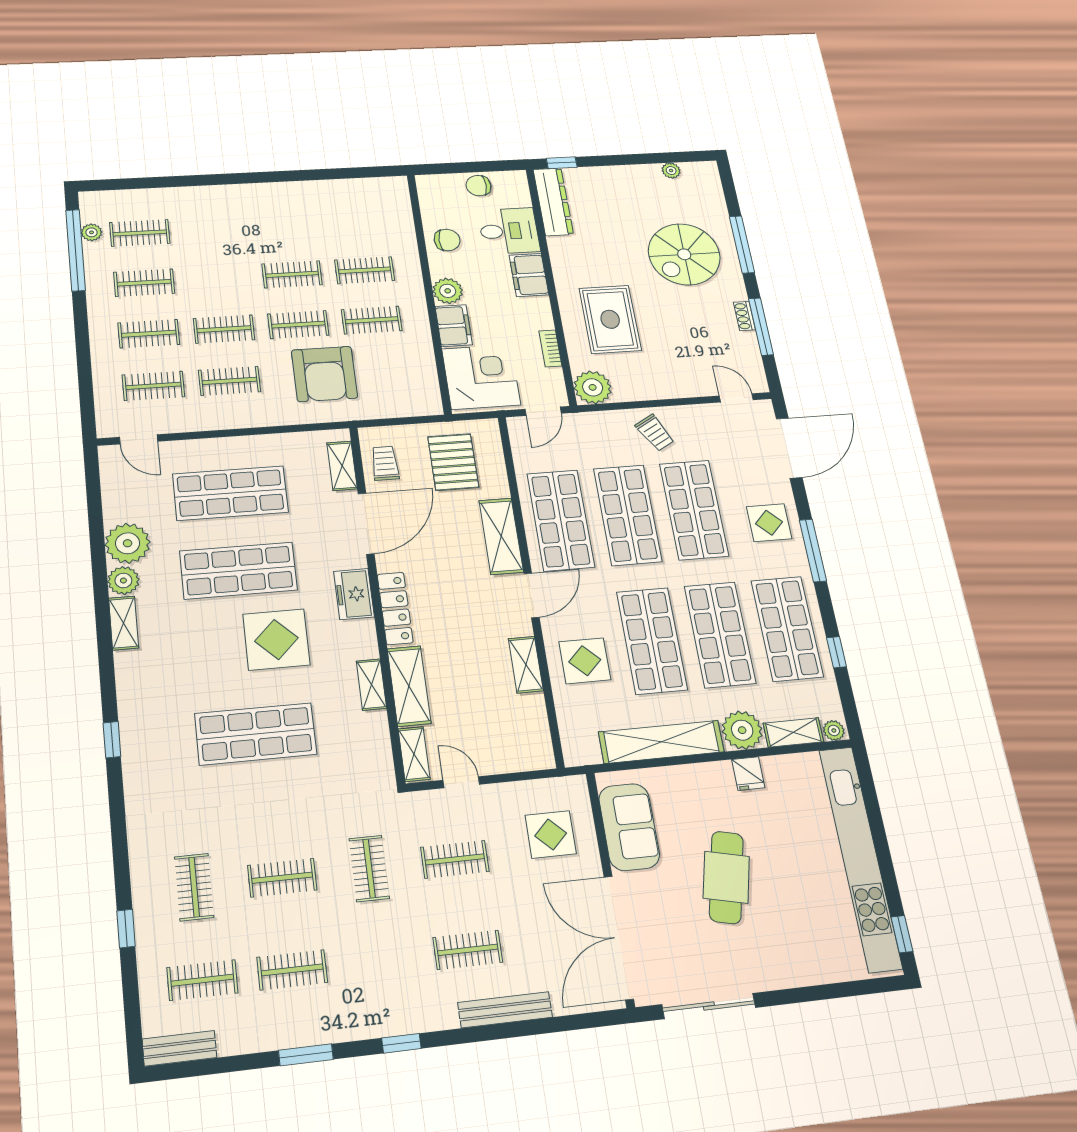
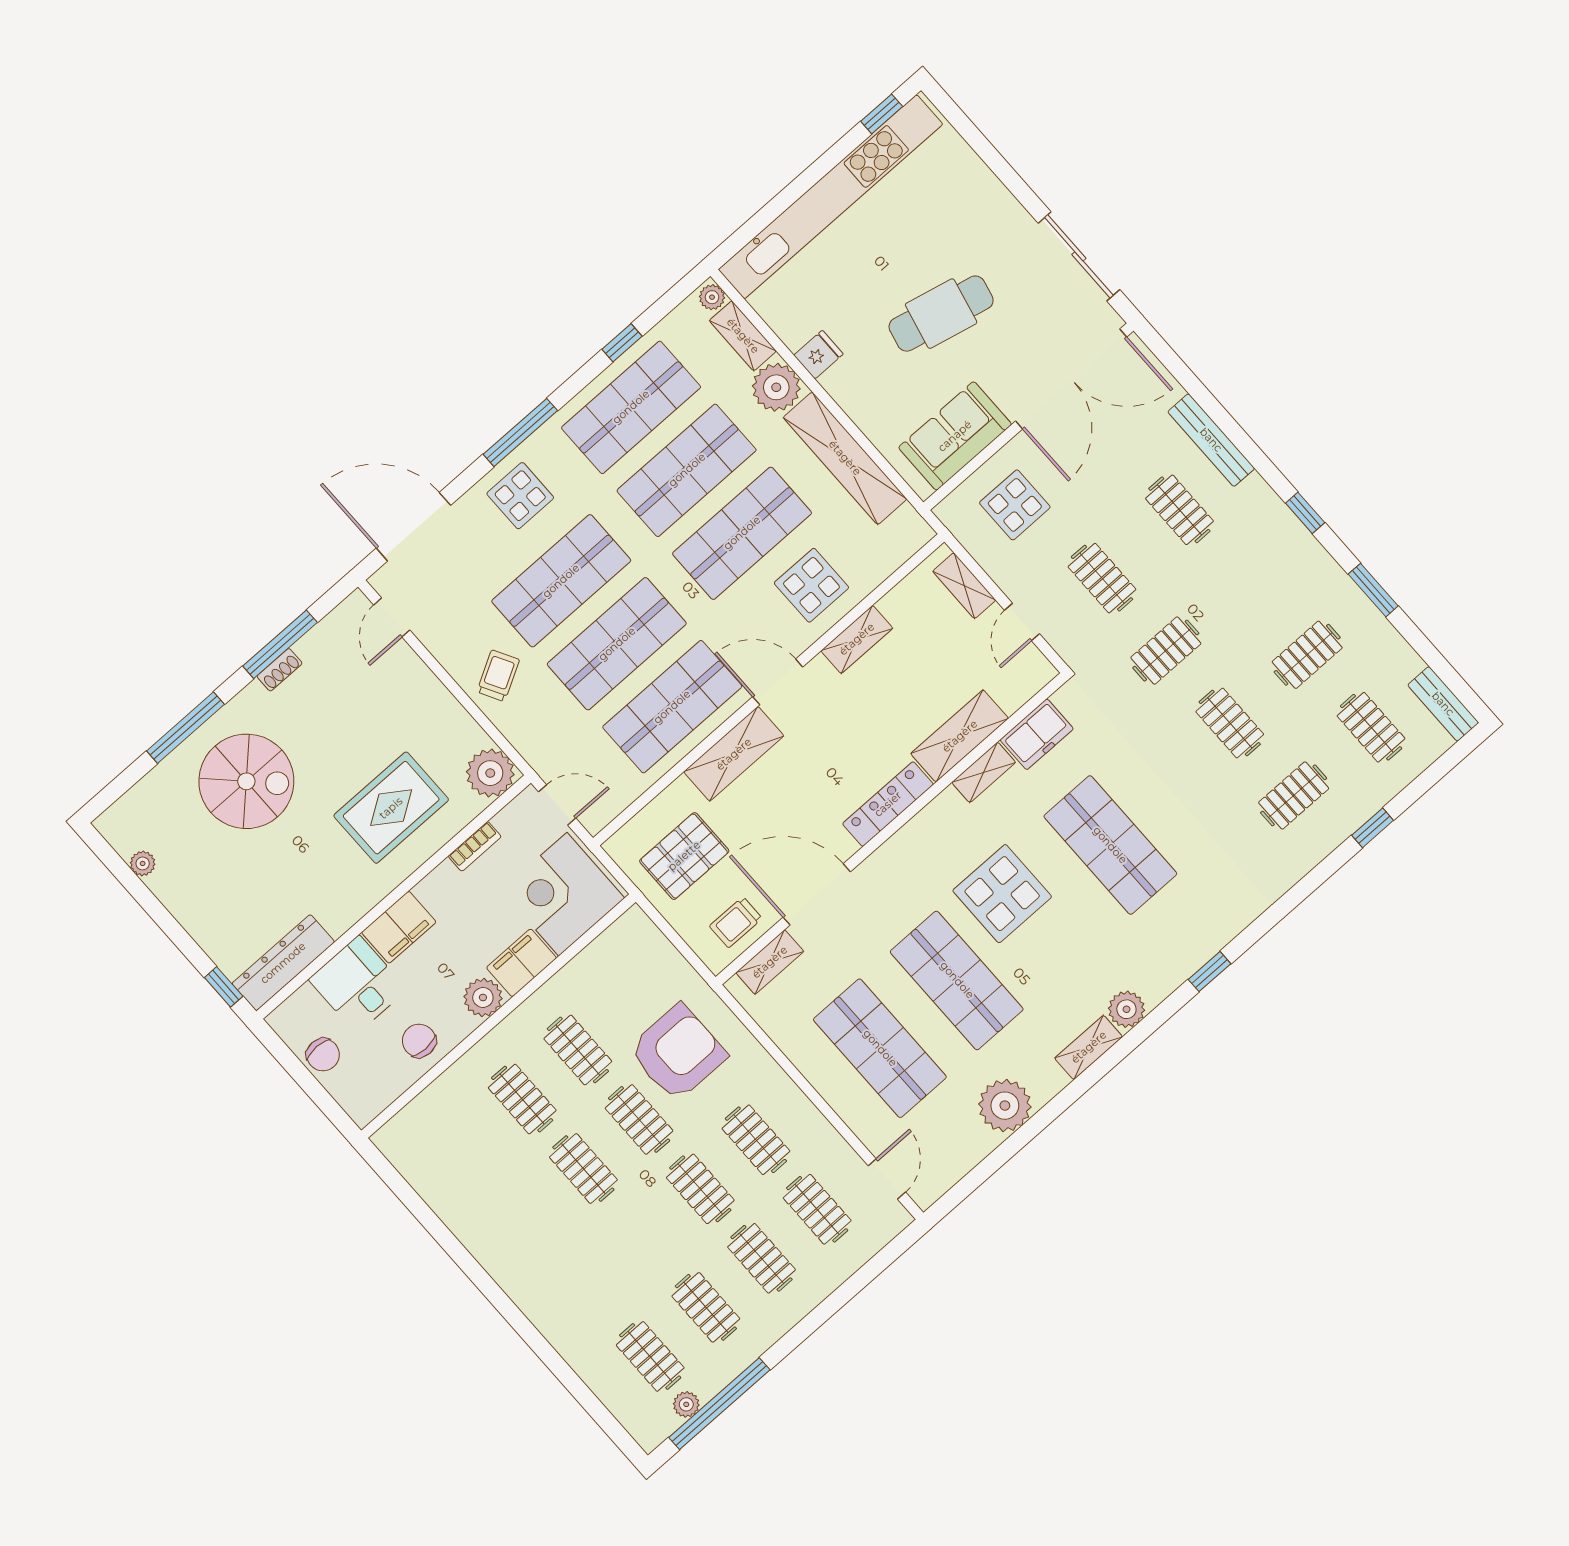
plant: (123, 581) -> (1126, 1009), moved
freezer: (354, 594) -> (1037, 734), moved
shelving: (414, 754) -> (964, 586), moved, turned 90
clothes rail: (292, 970) -> (1307, 655), turned 90

